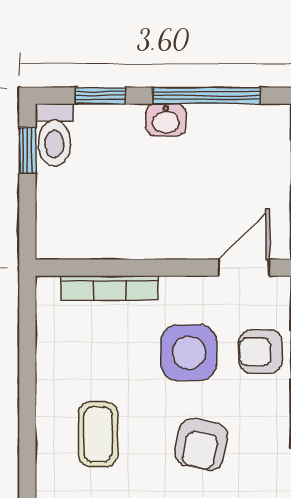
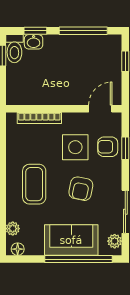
washbasin: (166, 120) -> (34, 42), moved
coffee table: (98, 434) -> (34, 184), width x1.36, depth x1.30

